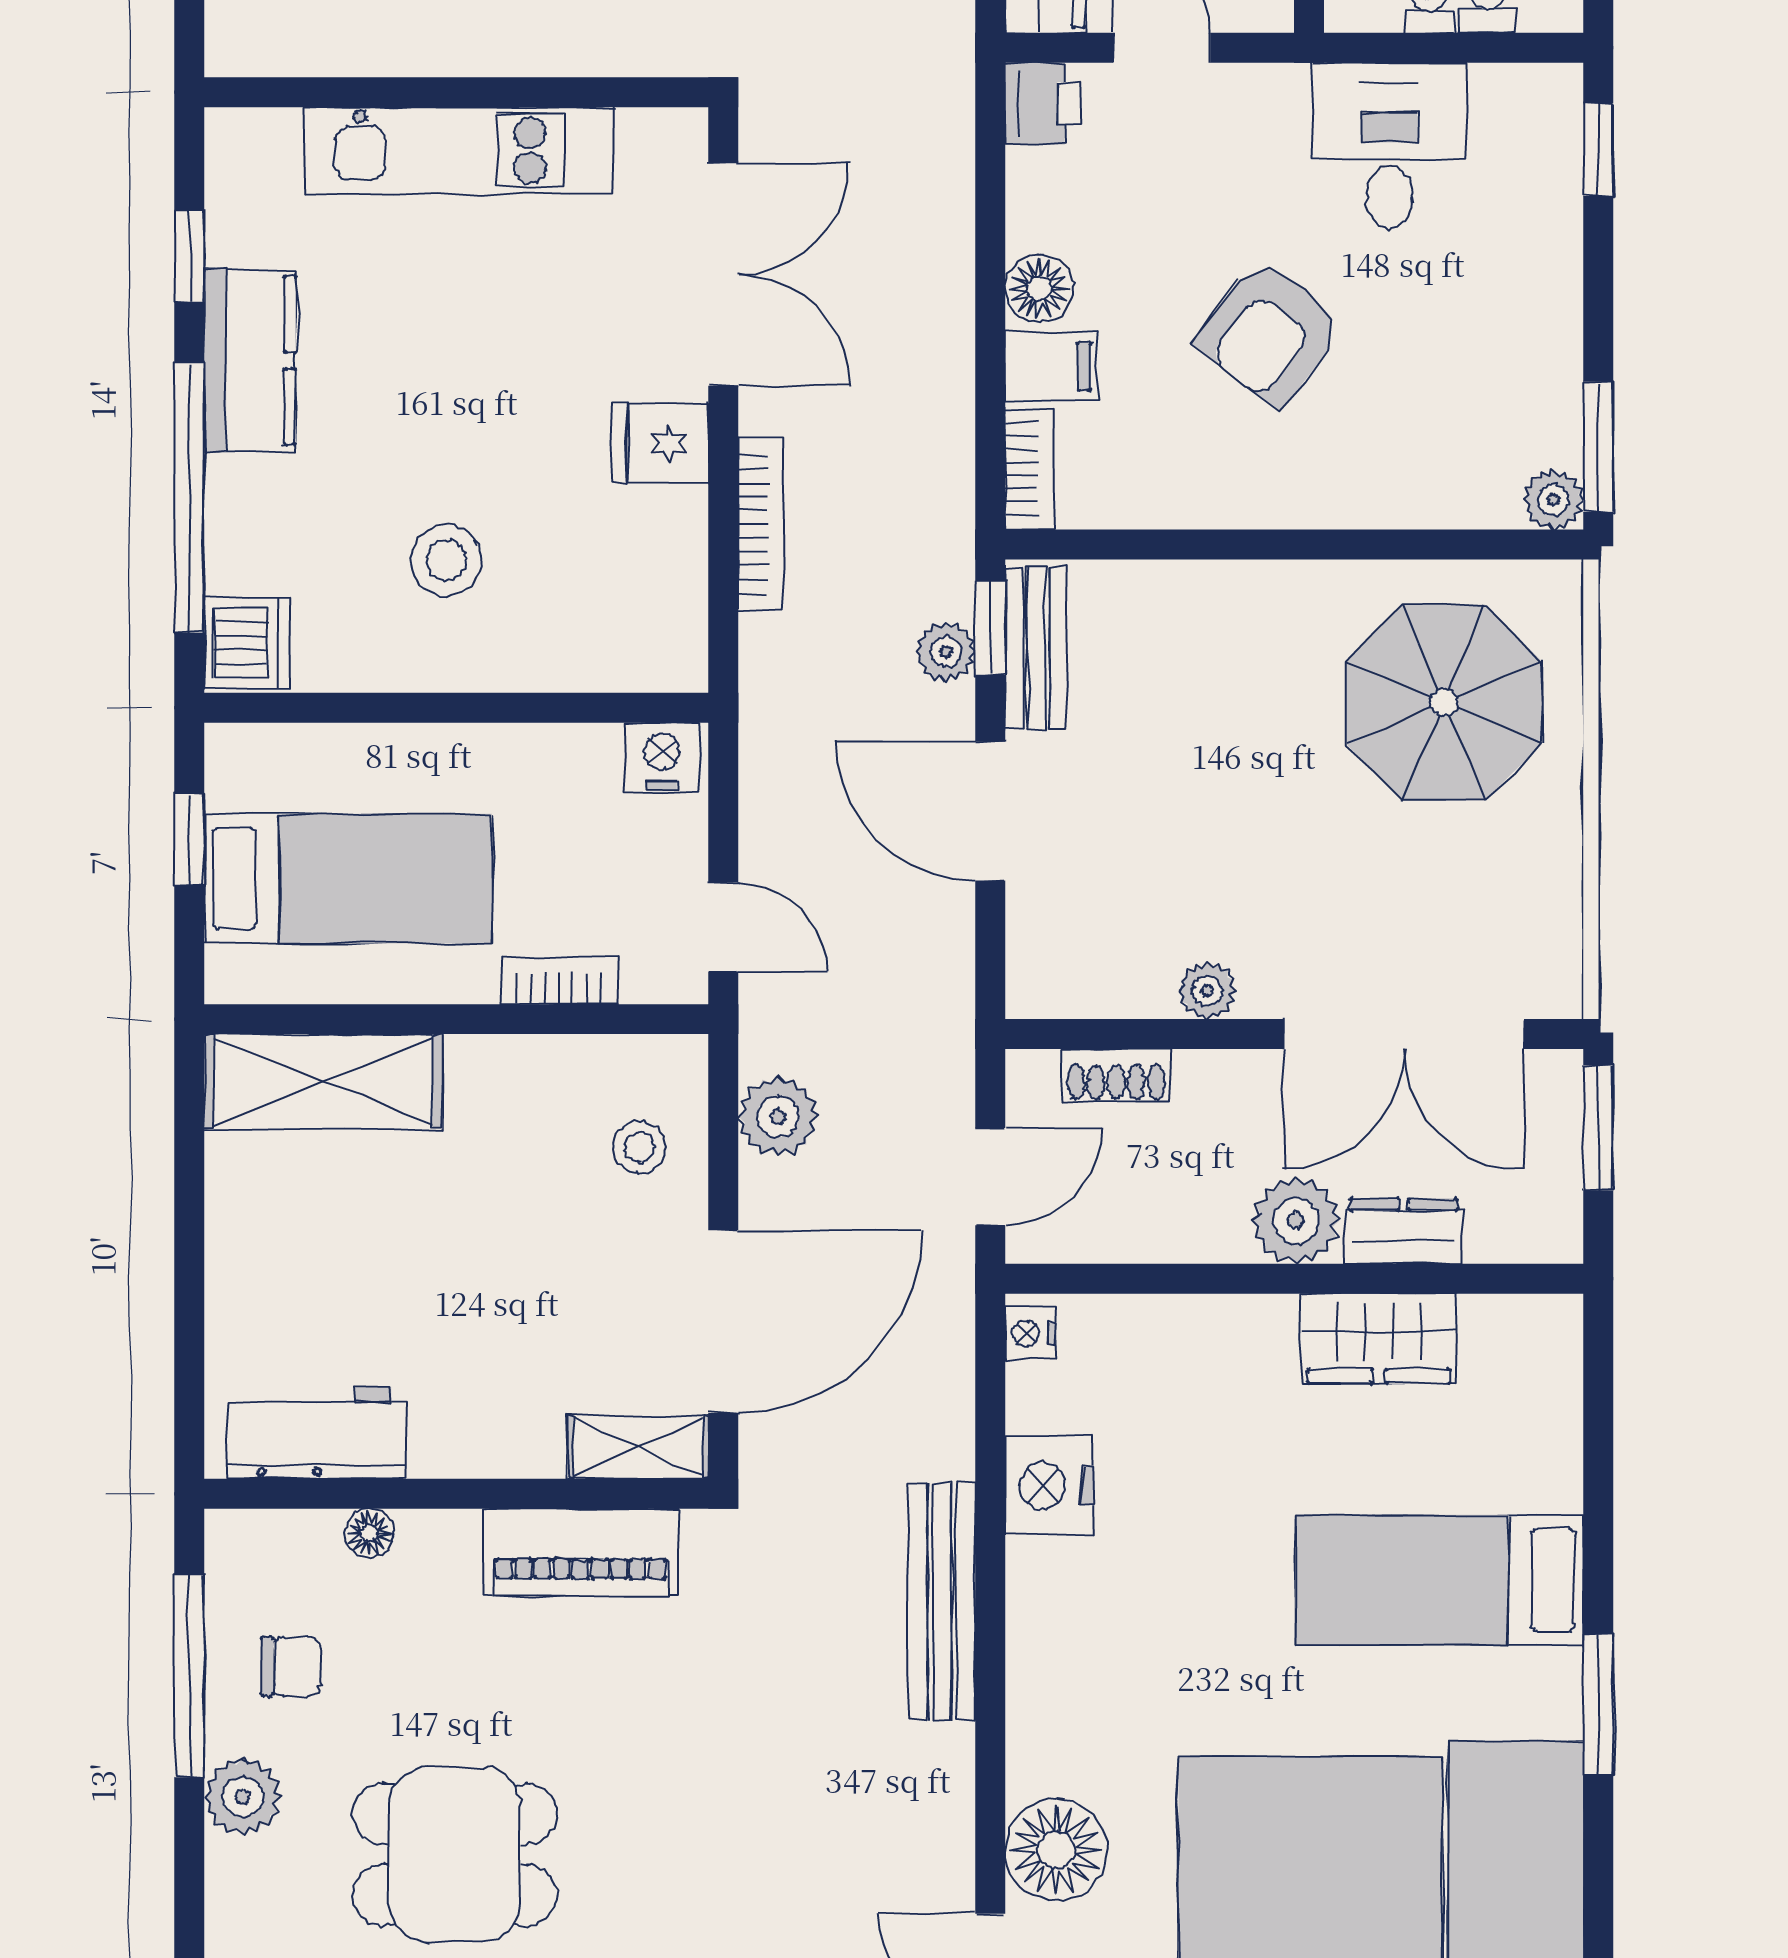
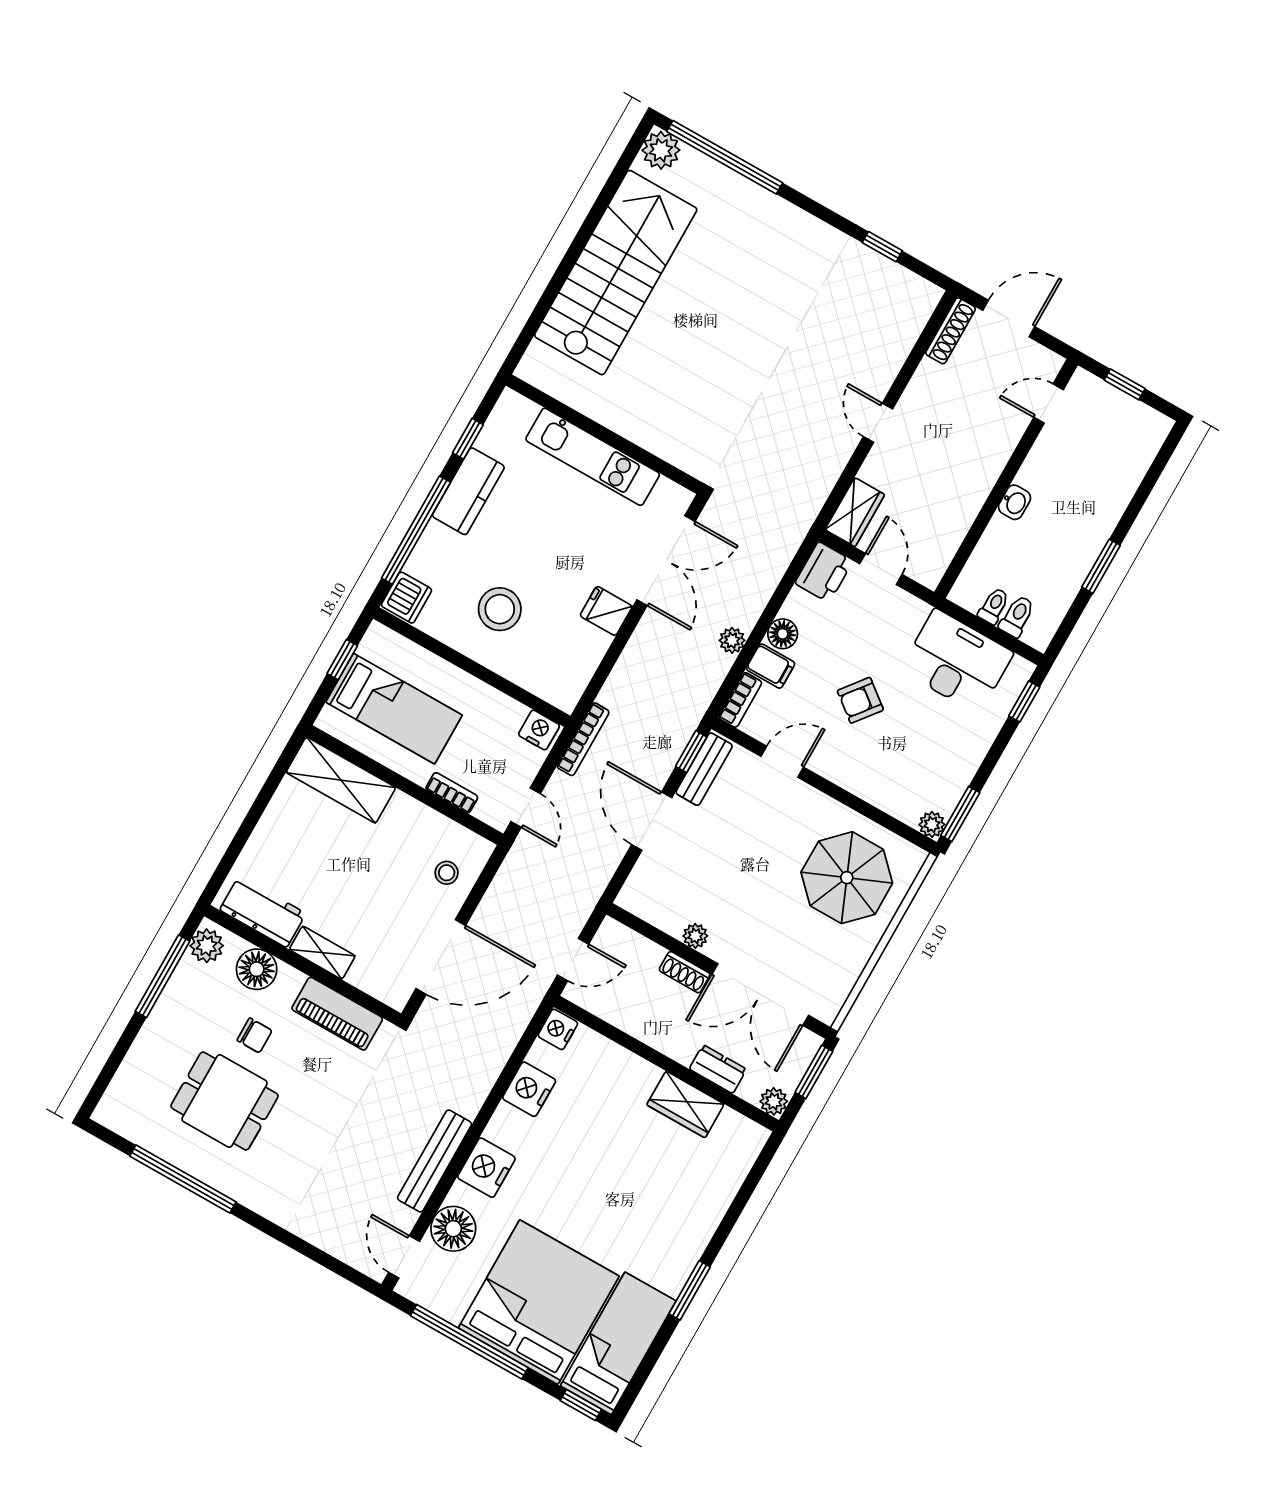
printer: (1042, 104) -> (824, 572), width x1.36, depth x1.24
desk: (1389, 146) -> (957, 661), width x1.37
armchair: (1270, 333) -> (860, 700), width x0.72, depth x0.72
bookcase: (760, 524) -> (583, 739), moved
door: (1184, 545) -> (782, 762), added
stool: (446, 560) -> (500, 609), width x1.38, depth x1.38
plant: (946, 652) -> (732, 640), moved
shoe rack: (1116, 1075) -> (685, 972), moved
plant: (778, 1116) -> (506, 891), removed
plant: (1296, 1220) -> (774, 1101), moved, width x0.73, depth x0.73
nightstand: (1030, 1333) -> (558, 1029), width x1.39, depth x1.35
shelving: (638, 1447) -> (322, 953), moved
floor lamp: (369, 1533) -> (257, 969), width x1.89, depth x1.89
bed: (1439, 1580) -> (656, 1209), removed
bench: (942, 1602) -> (435, 1161), moved
chair: (291, 1666) -> (255, 1035), moved
nightstand: (1053, 1690) -> (486, 1168), added
plant: (243, 1797) -> (207, 946), moved

